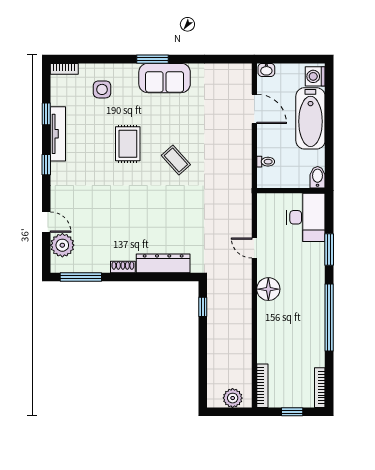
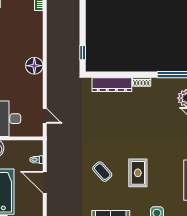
door: (254, 109) -> (45, 182), moved
coffee table: (176, 160) -> (102, 172), moved
door: (254, 248) -> (45, 116), moved

